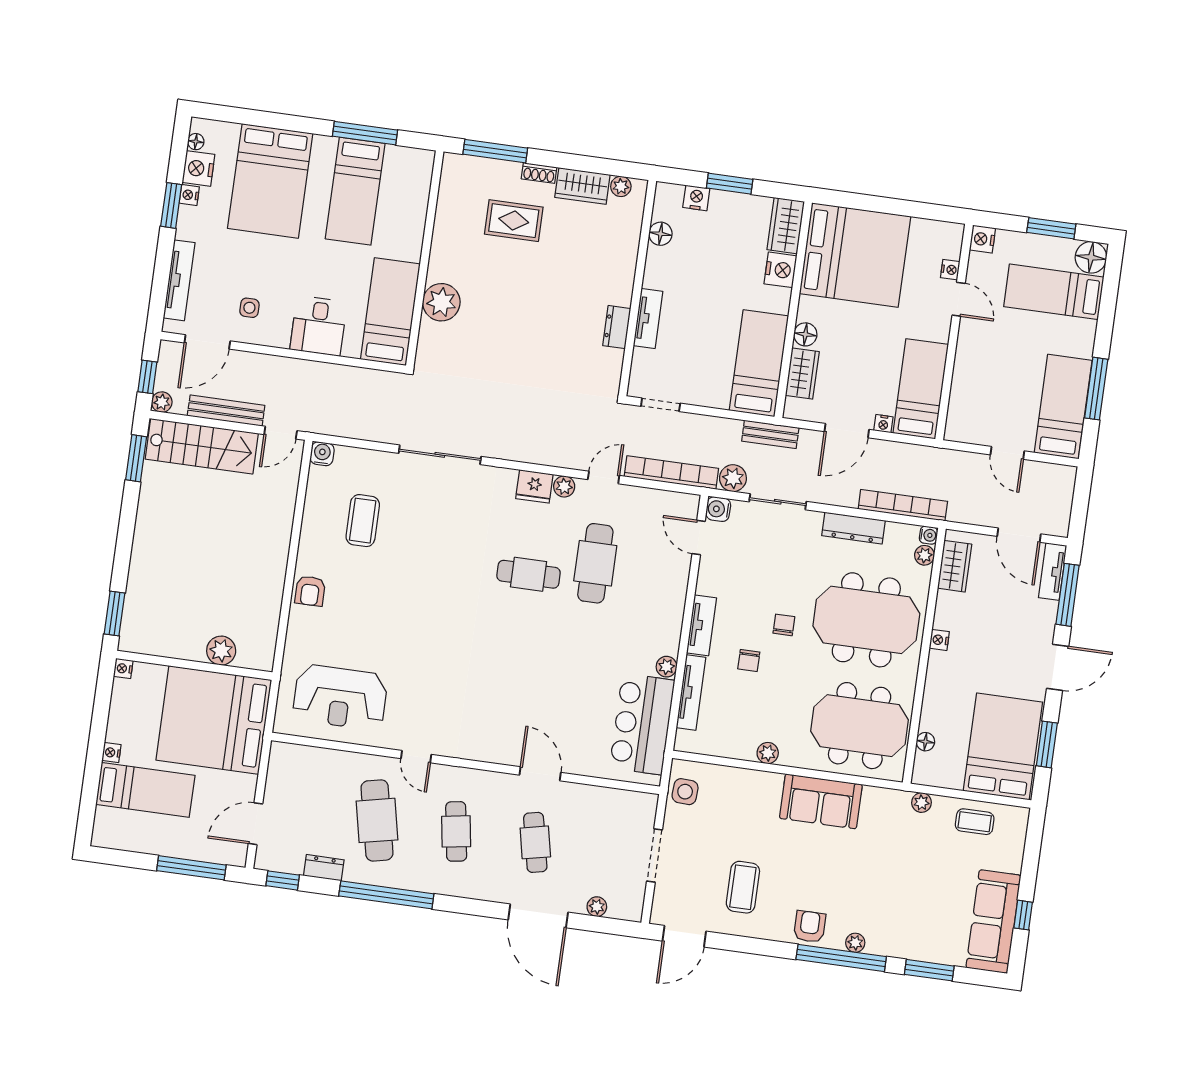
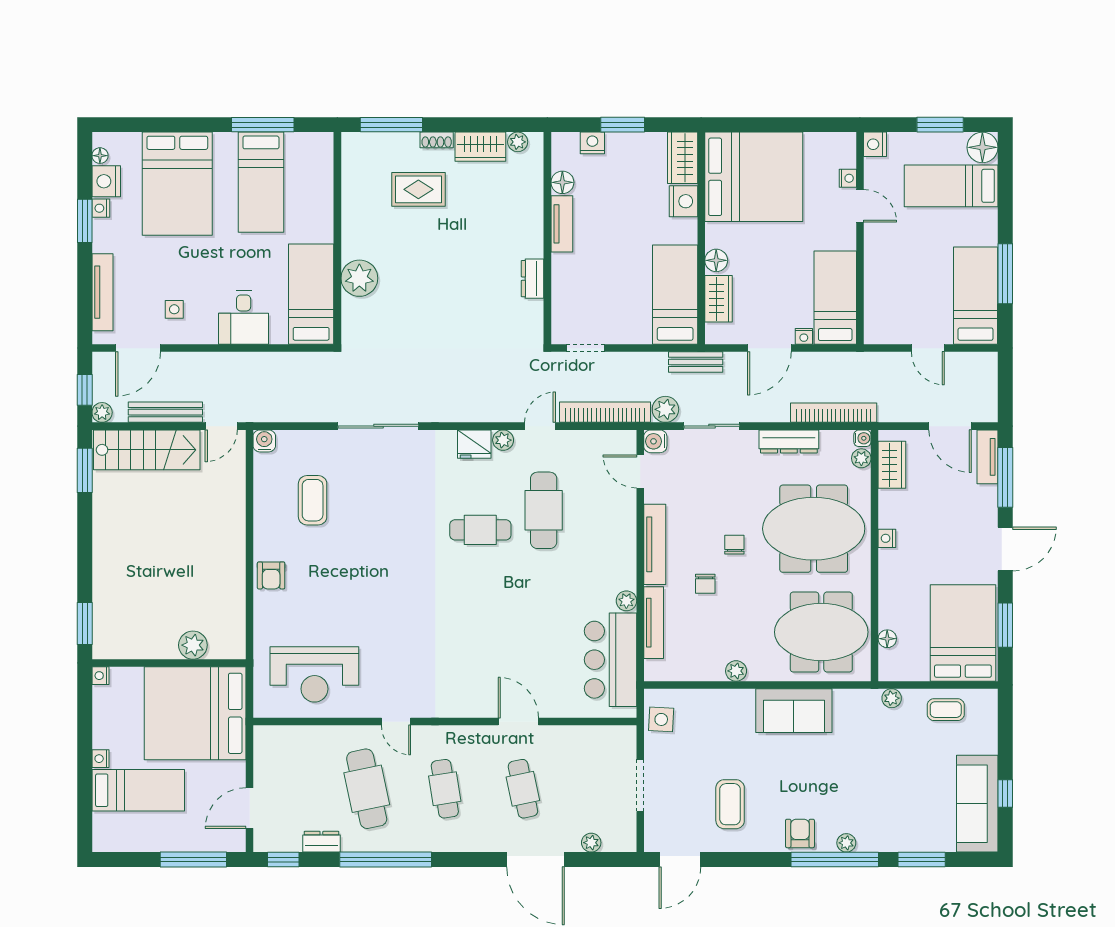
tv unit: (648, 318) -> (562, 224), moved
tv unit: (702, 625) -> (655, 544), width x1.41

